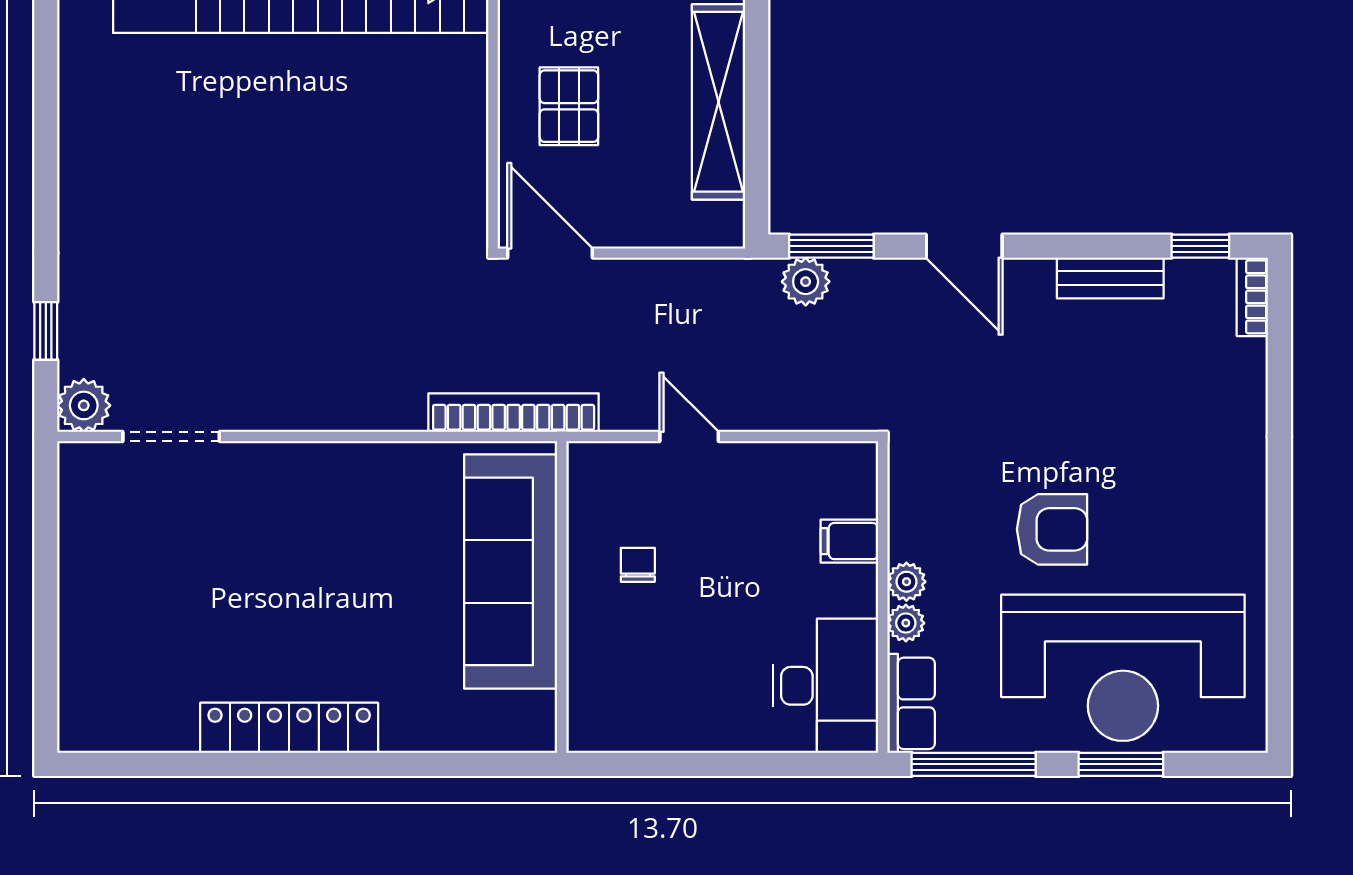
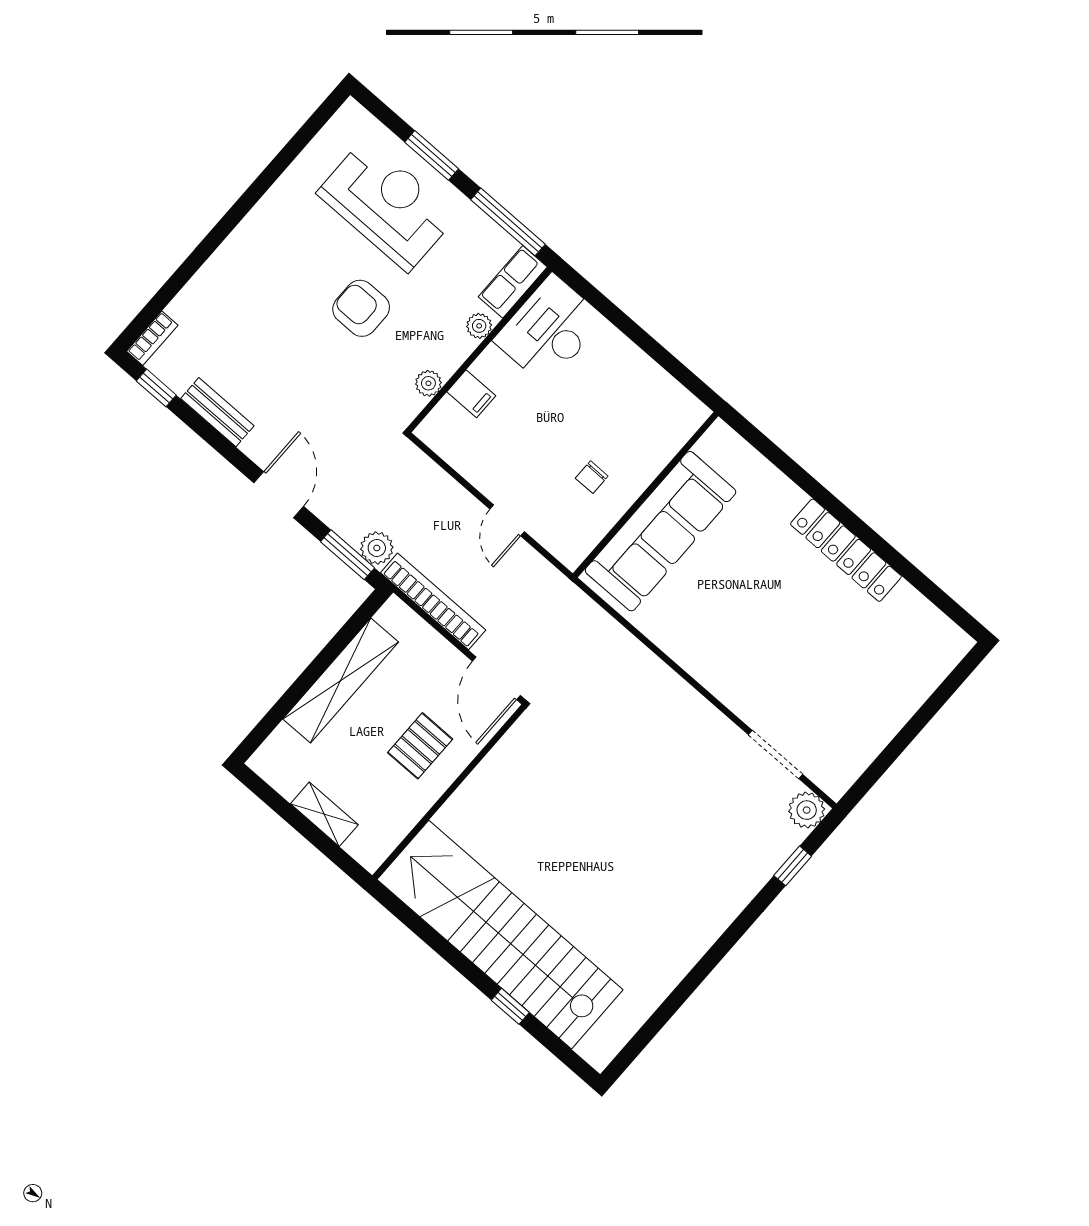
bookcase: (514, 413) -> (433, 601), moved, turned 180
plant: (906, 582) -> (428, 383), moved
reception desk: (1123, 668) -> (387, 205), width x0.74, depth x0.77

